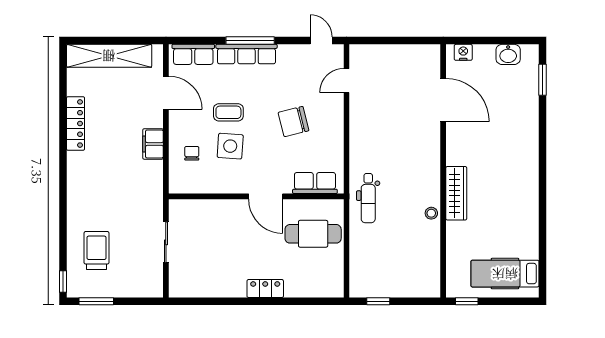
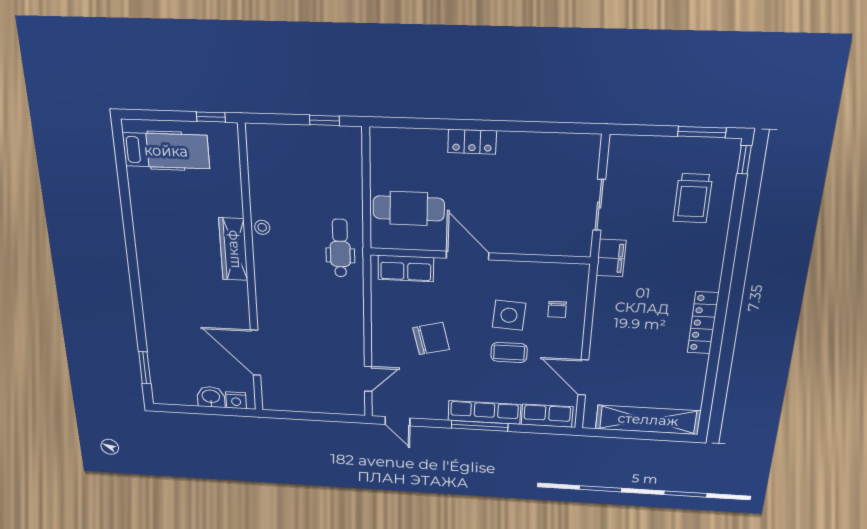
washbasin: (508, 54) -> (211, 397), moved
locker: (76, 123) -> (703, 323), moved
filing cabinet: (153, 144) -> (611, 258), moved

